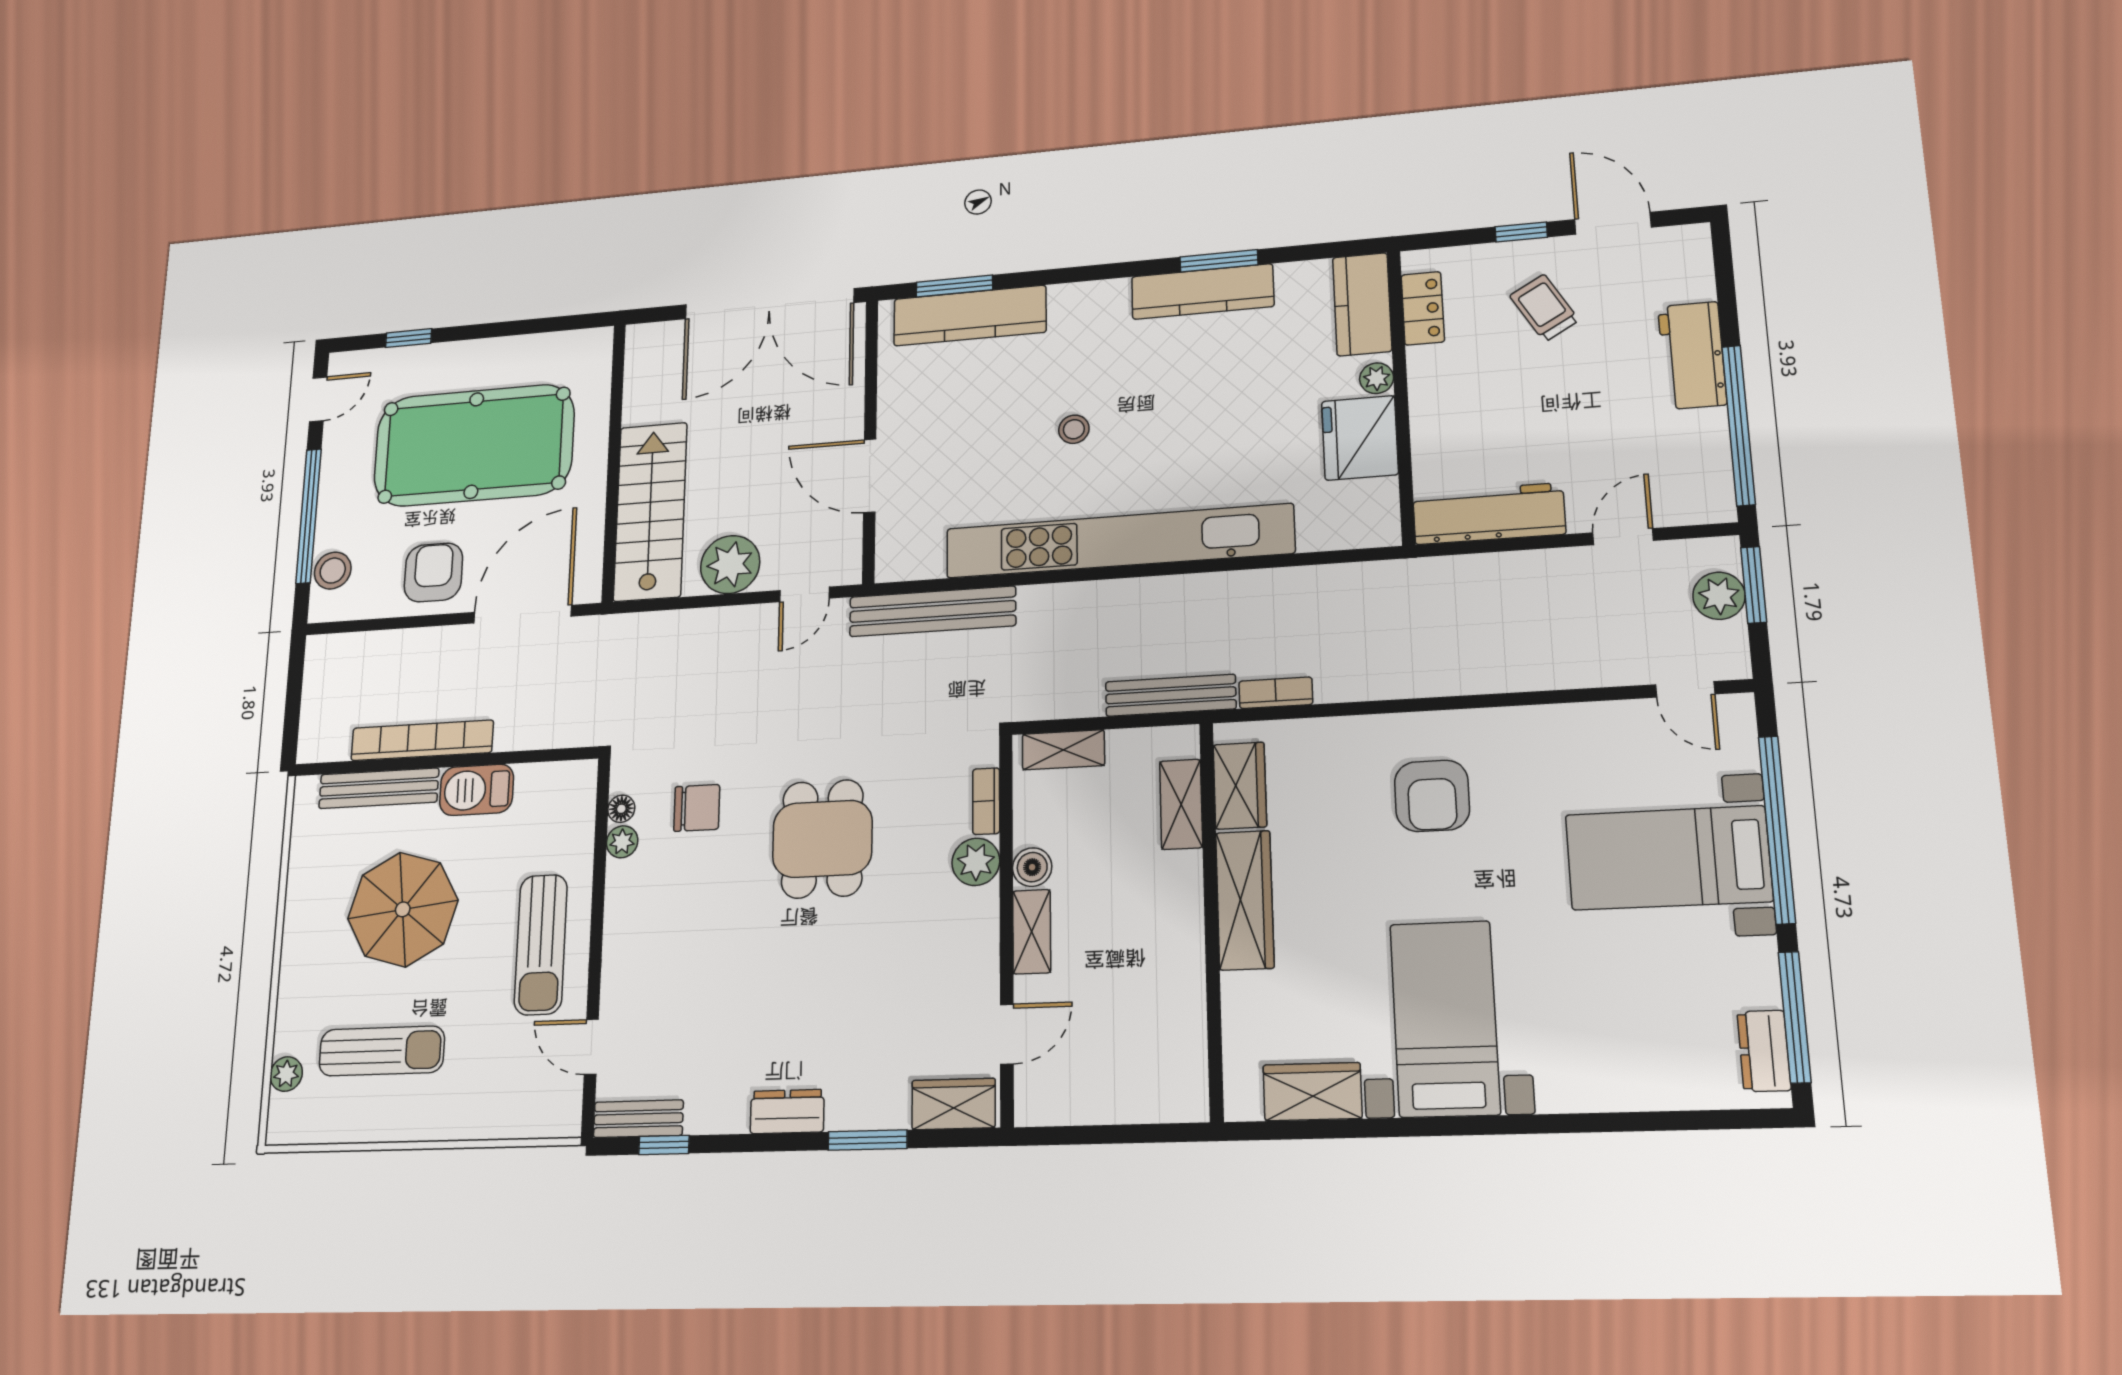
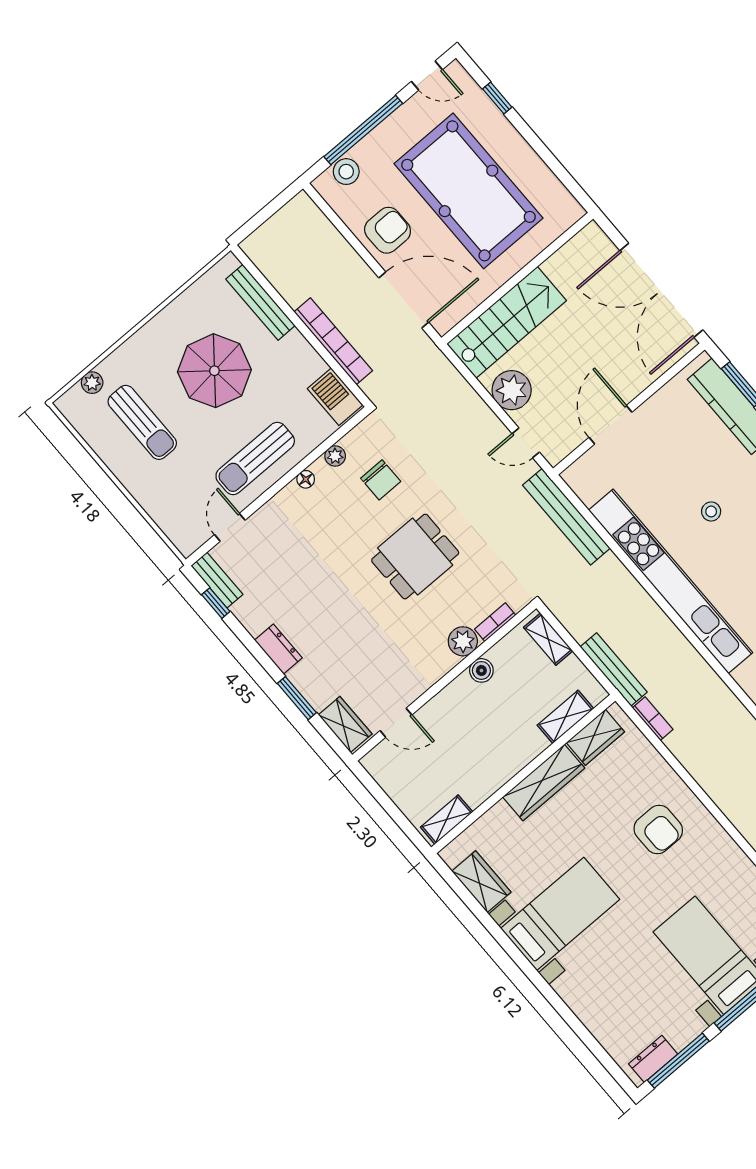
bookcase: (422, 740) -> (333, 341), moved
barbecue: (477, 790) -> (335, 397), moved
armchair: (1432, 796) -> (658, 829), turned -90
floor lamp: (621, 809) -> (306, 479), moved
shelving: (1032, 932) -> (447, 820), moved

